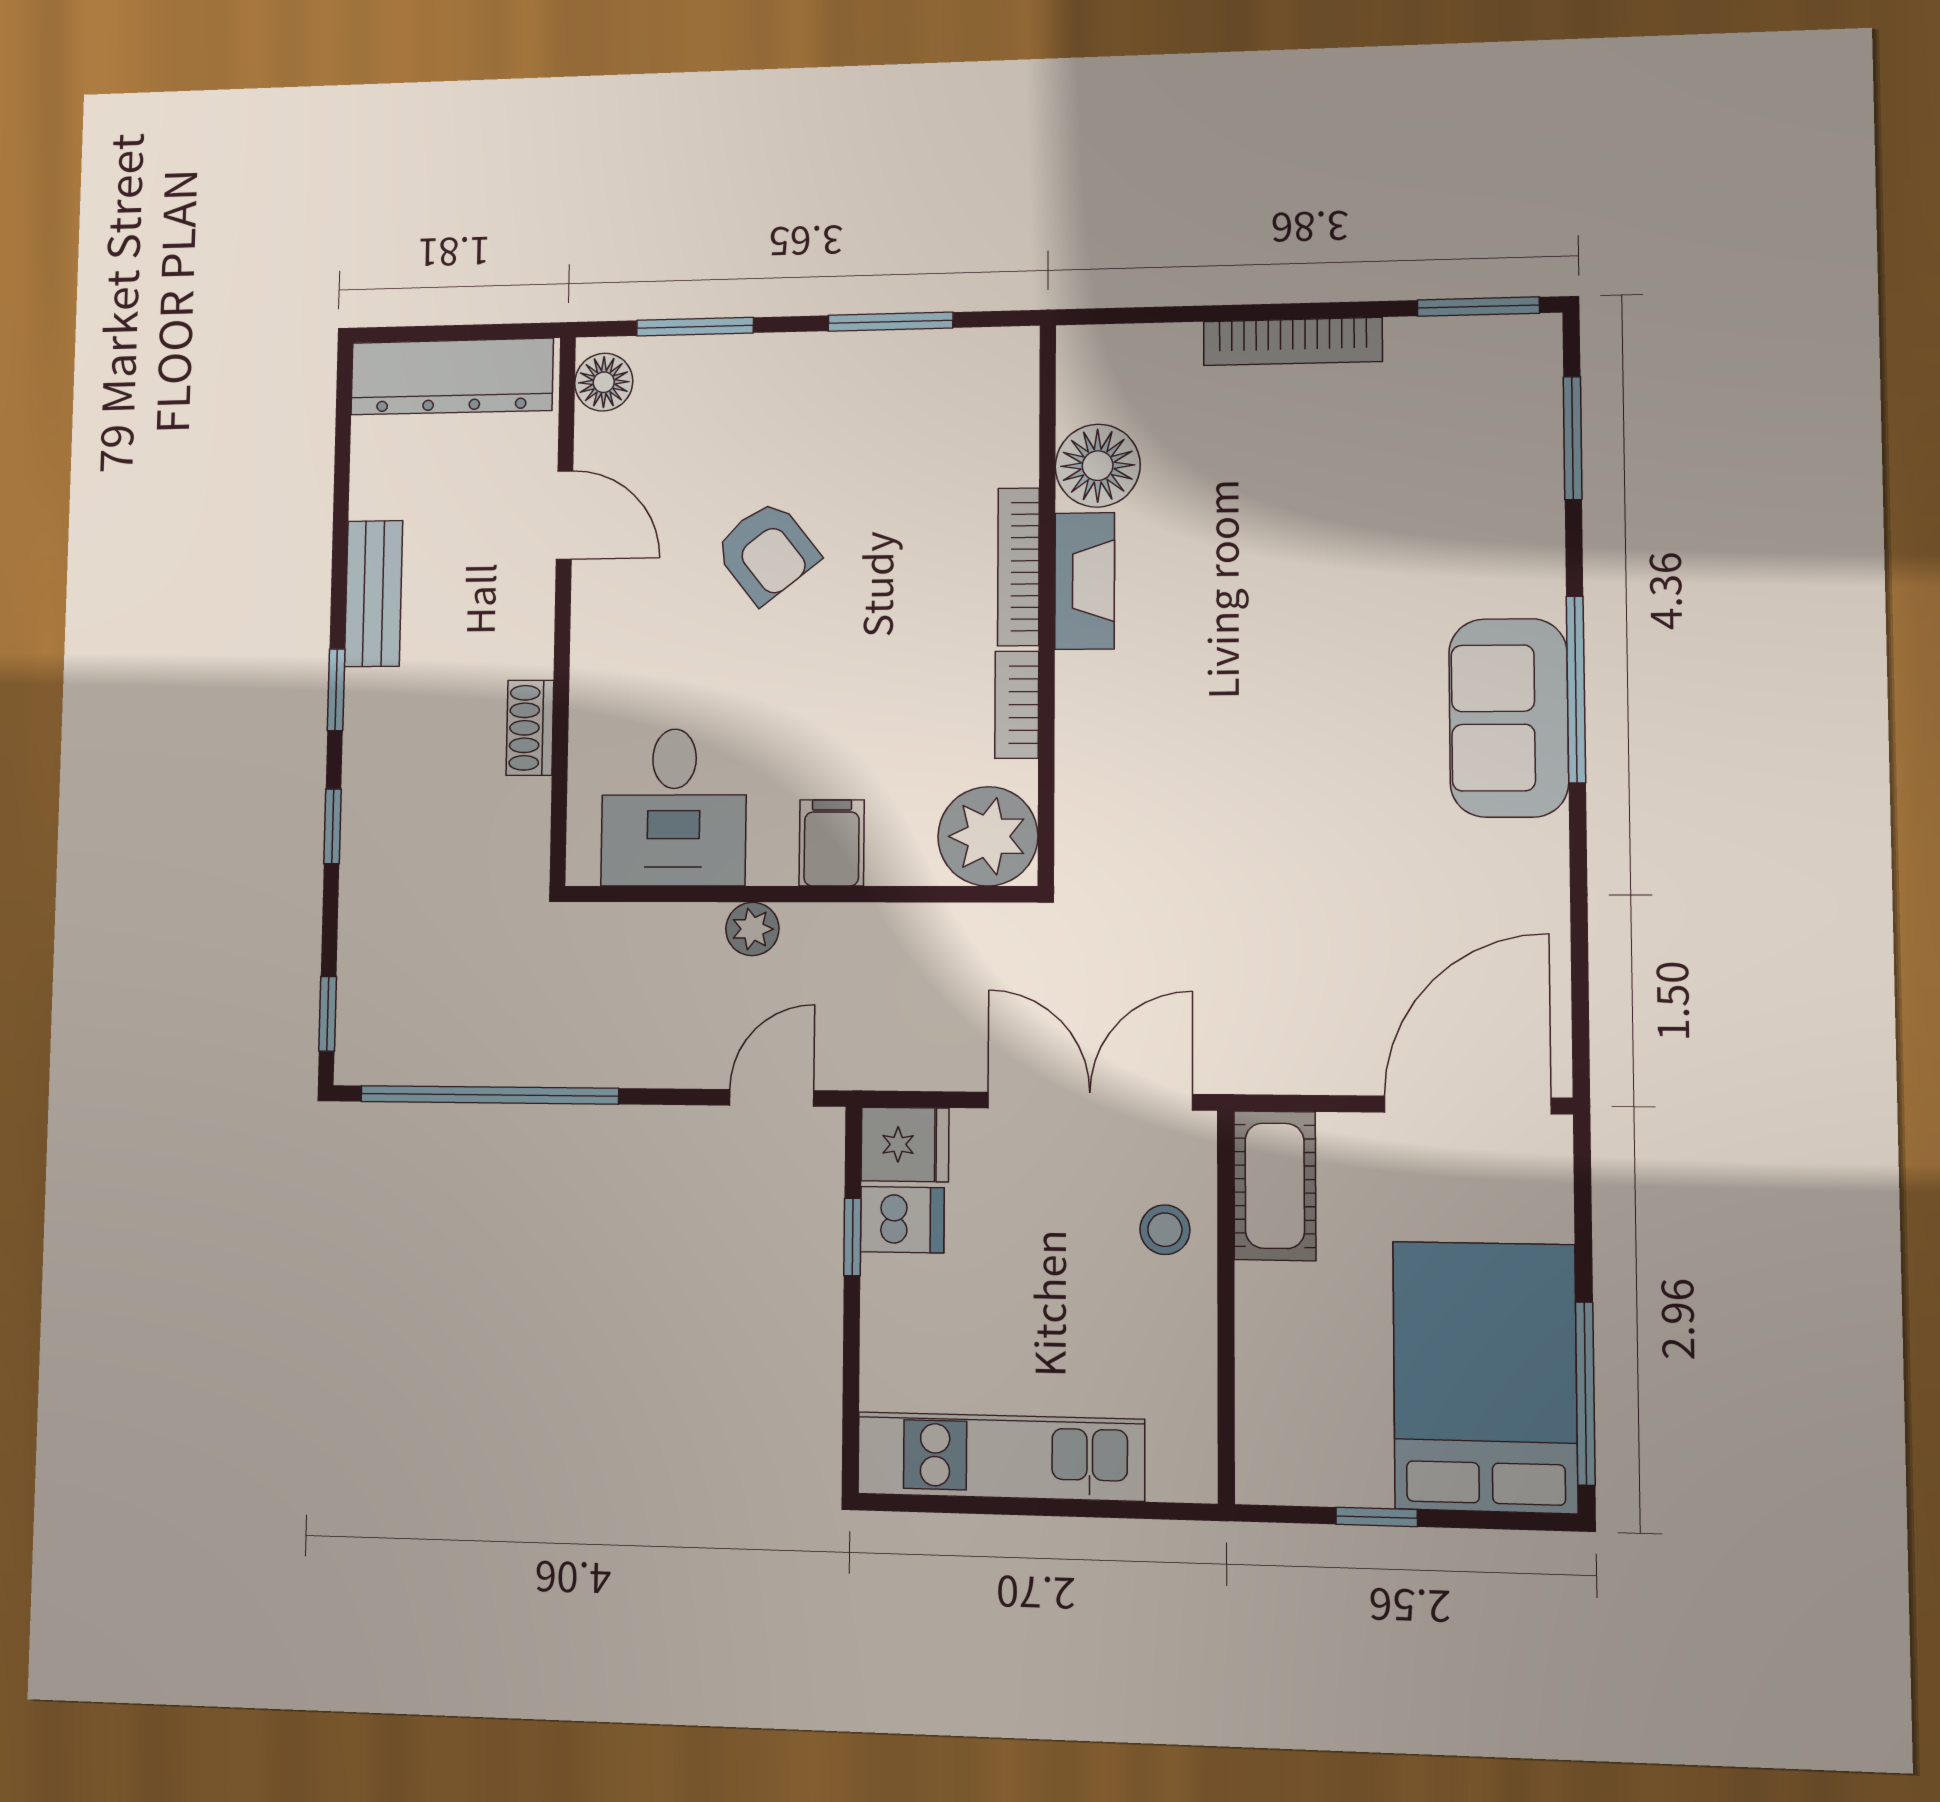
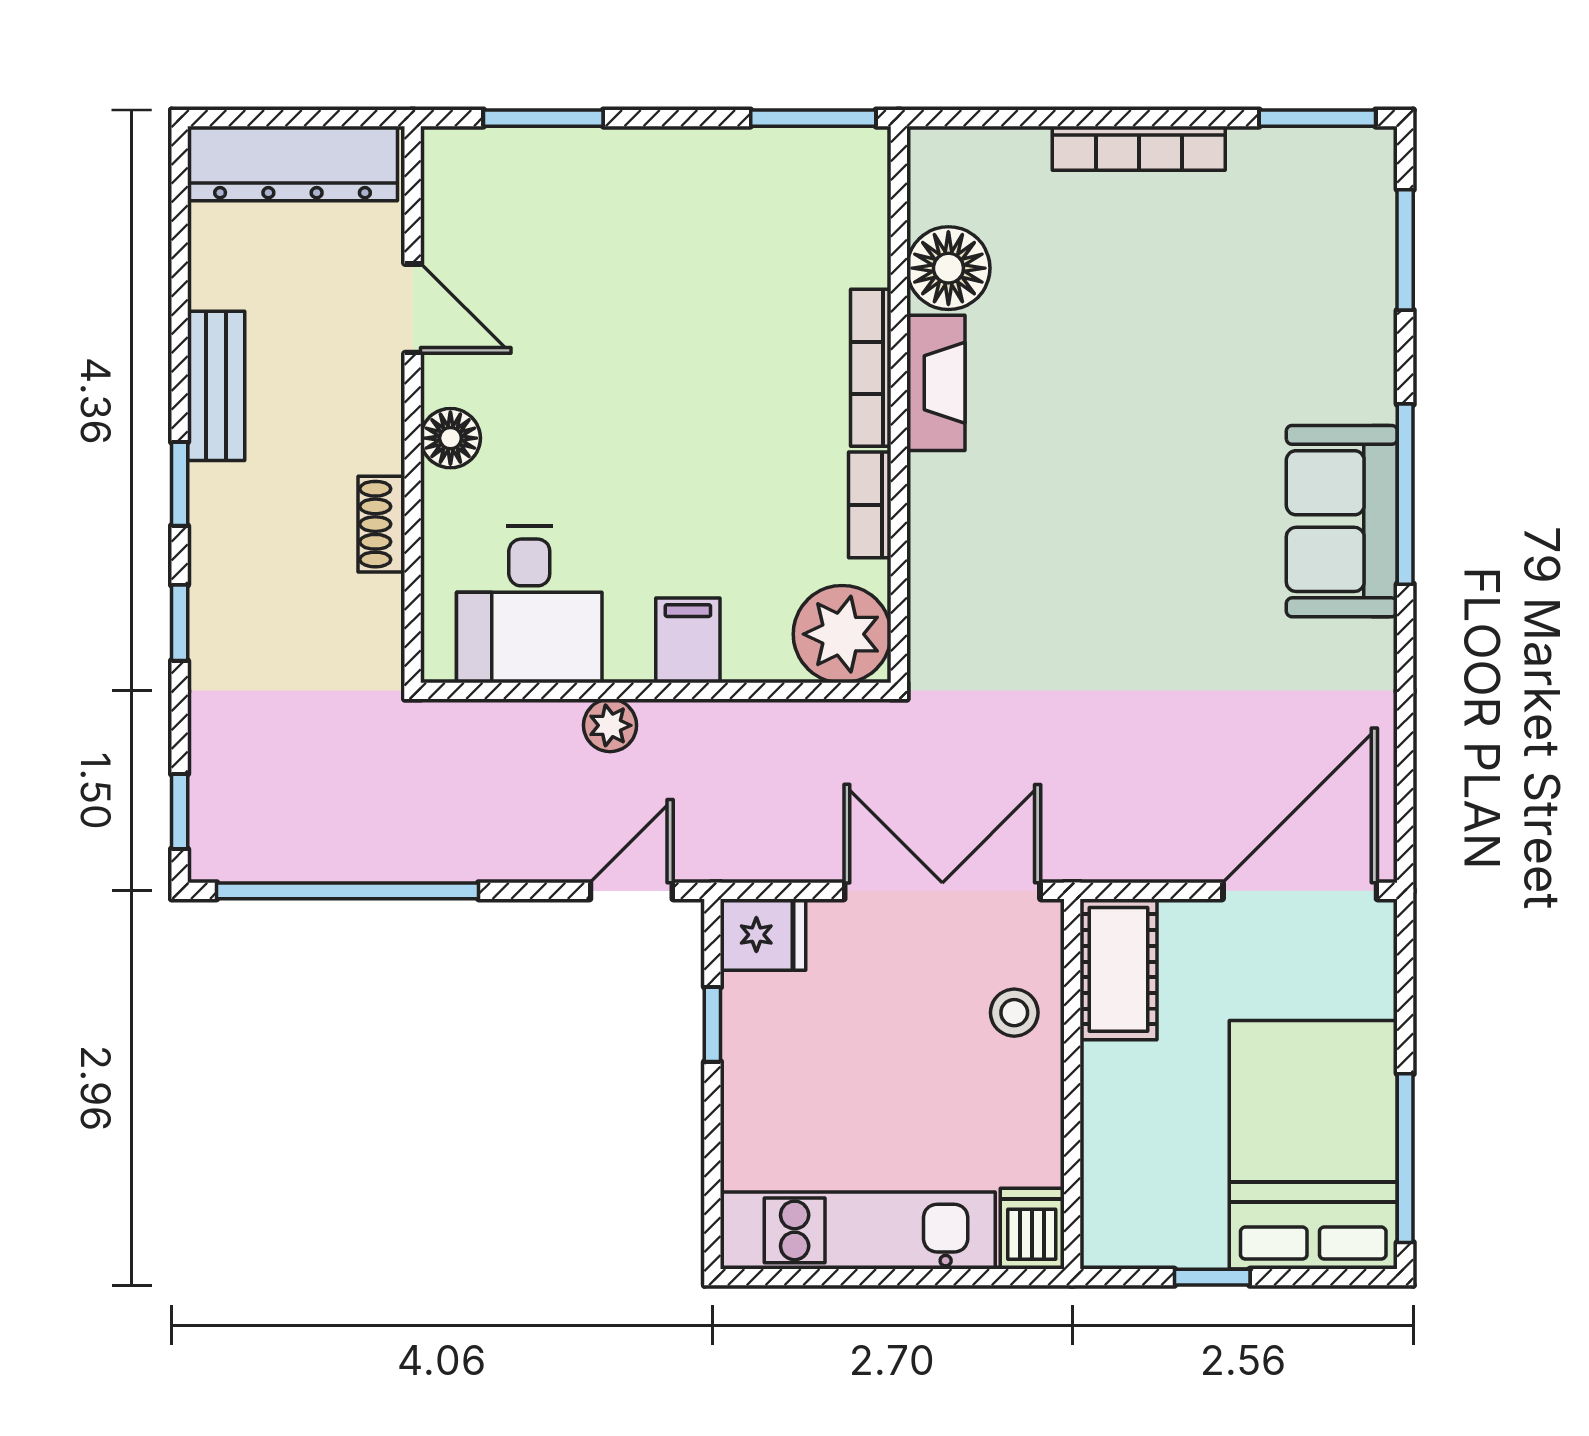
window: (890, 322) -> (813, 118), moved
floor lamp: (604, 382) -> (450, 438), moved
armchair: (767, 552) -> (619, 349), removed
dishwasher: (902, 1220) -> (1032, 1229), moved, turned -90

